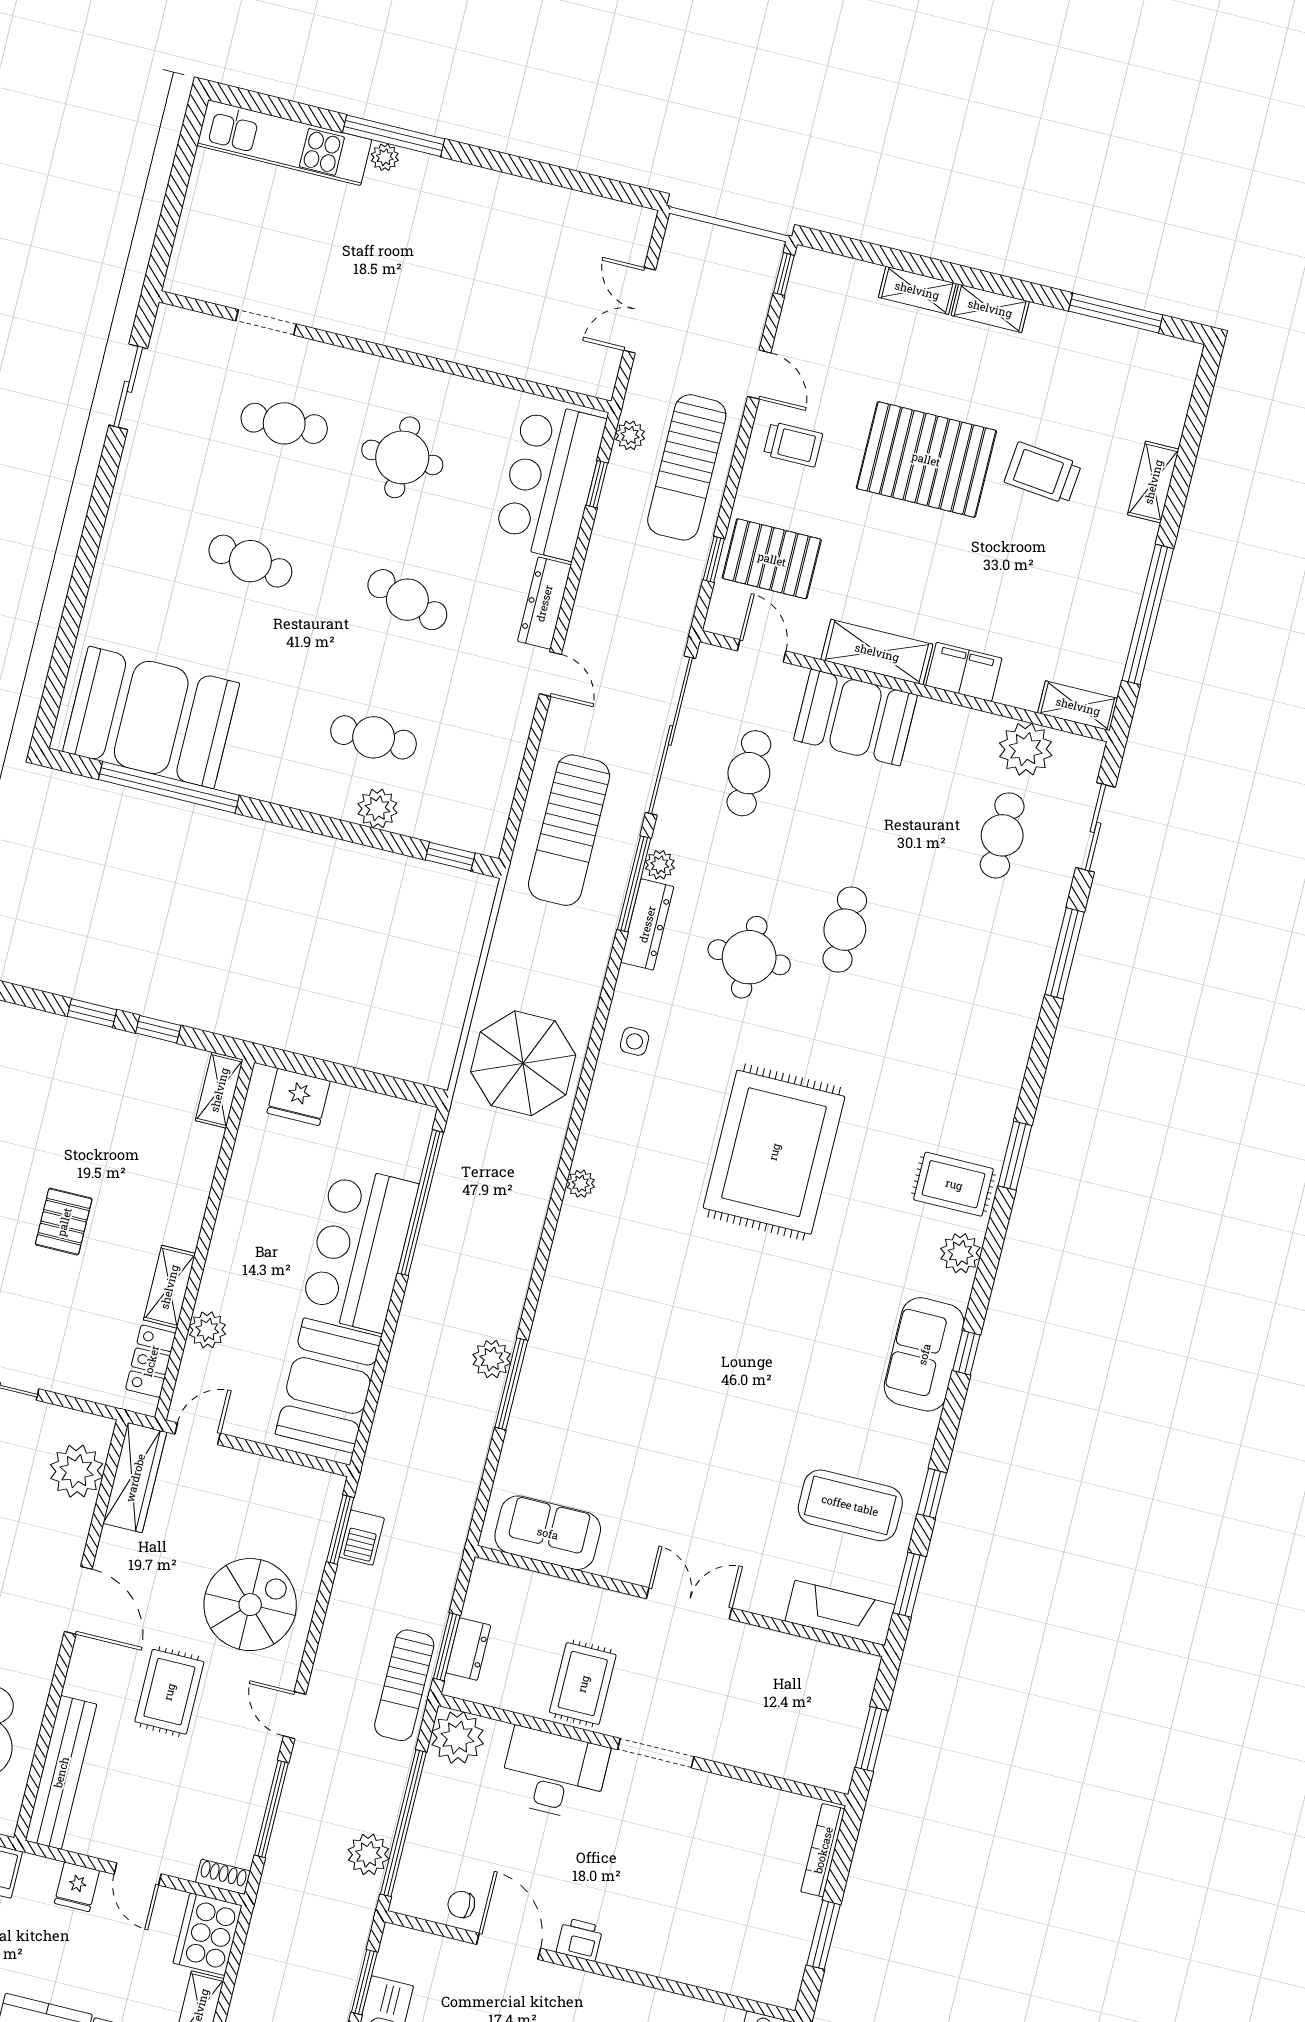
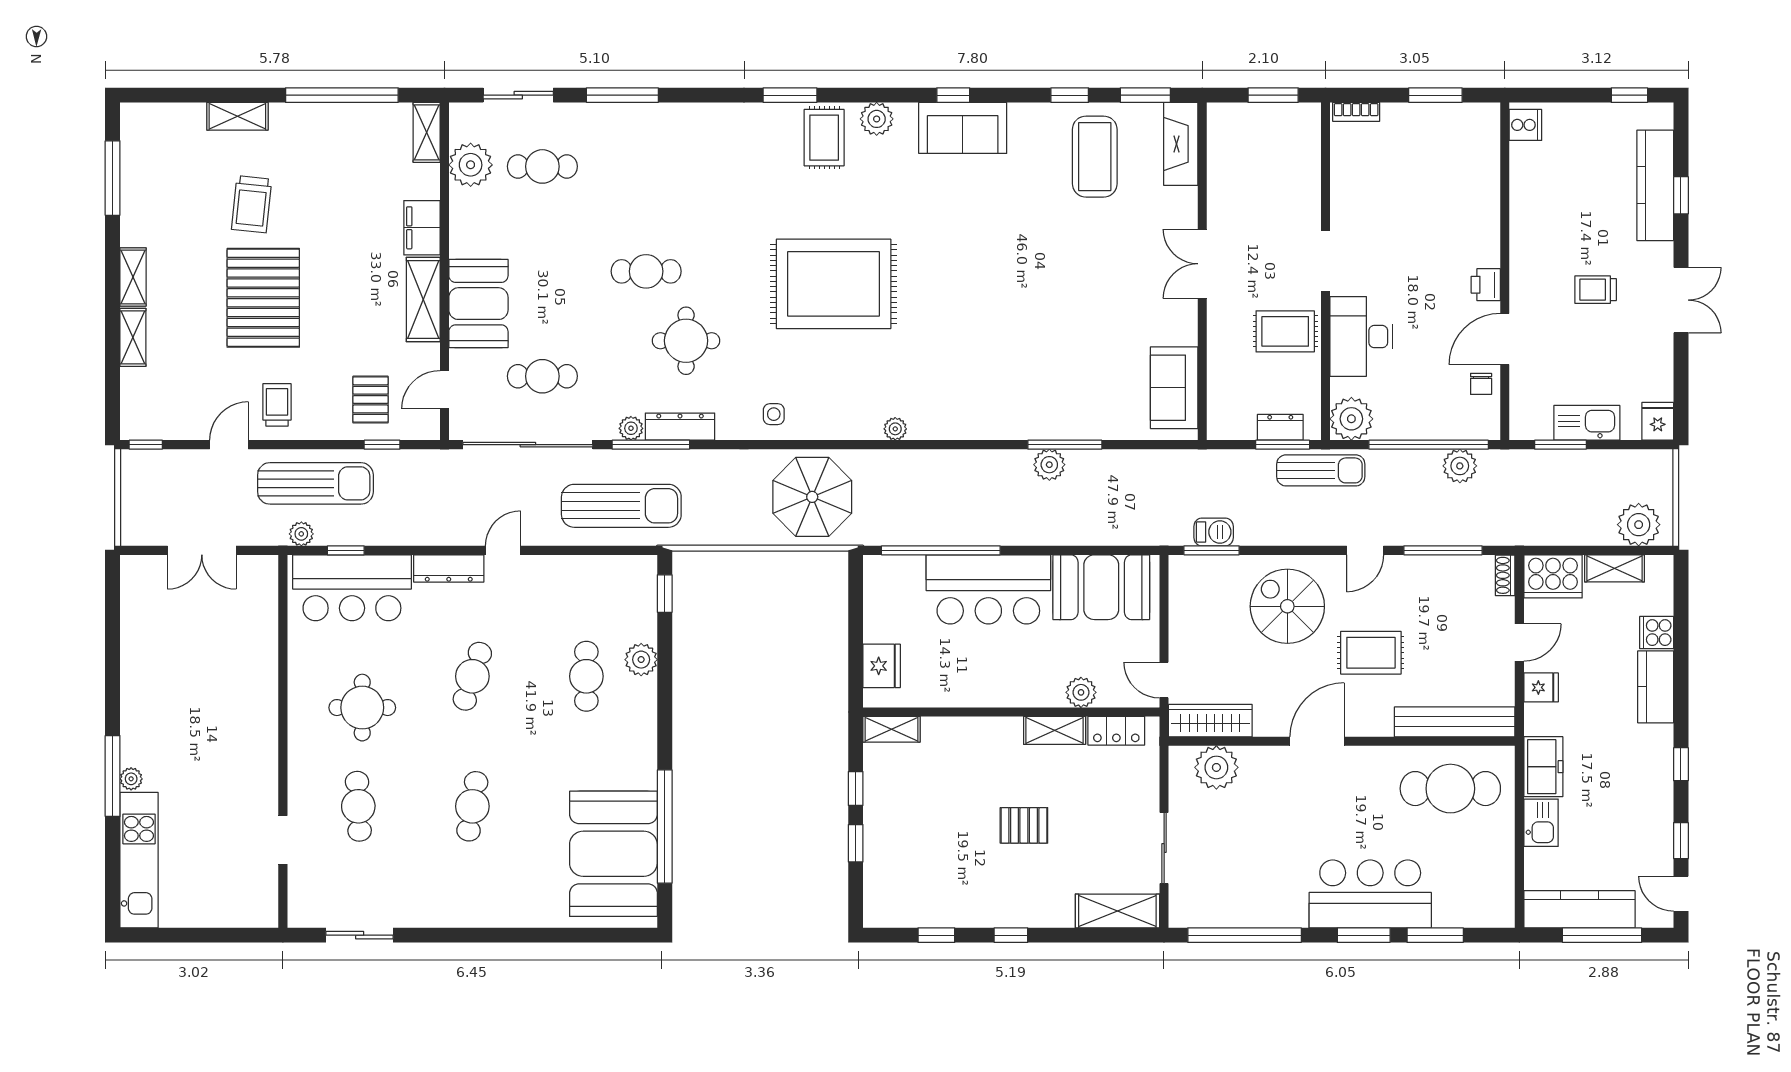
pallet: (772, 559) -> (370, 400), width x0.67, depth x0.71
bookcase: (823, 1850) -> (1356, 112), width x0.64

